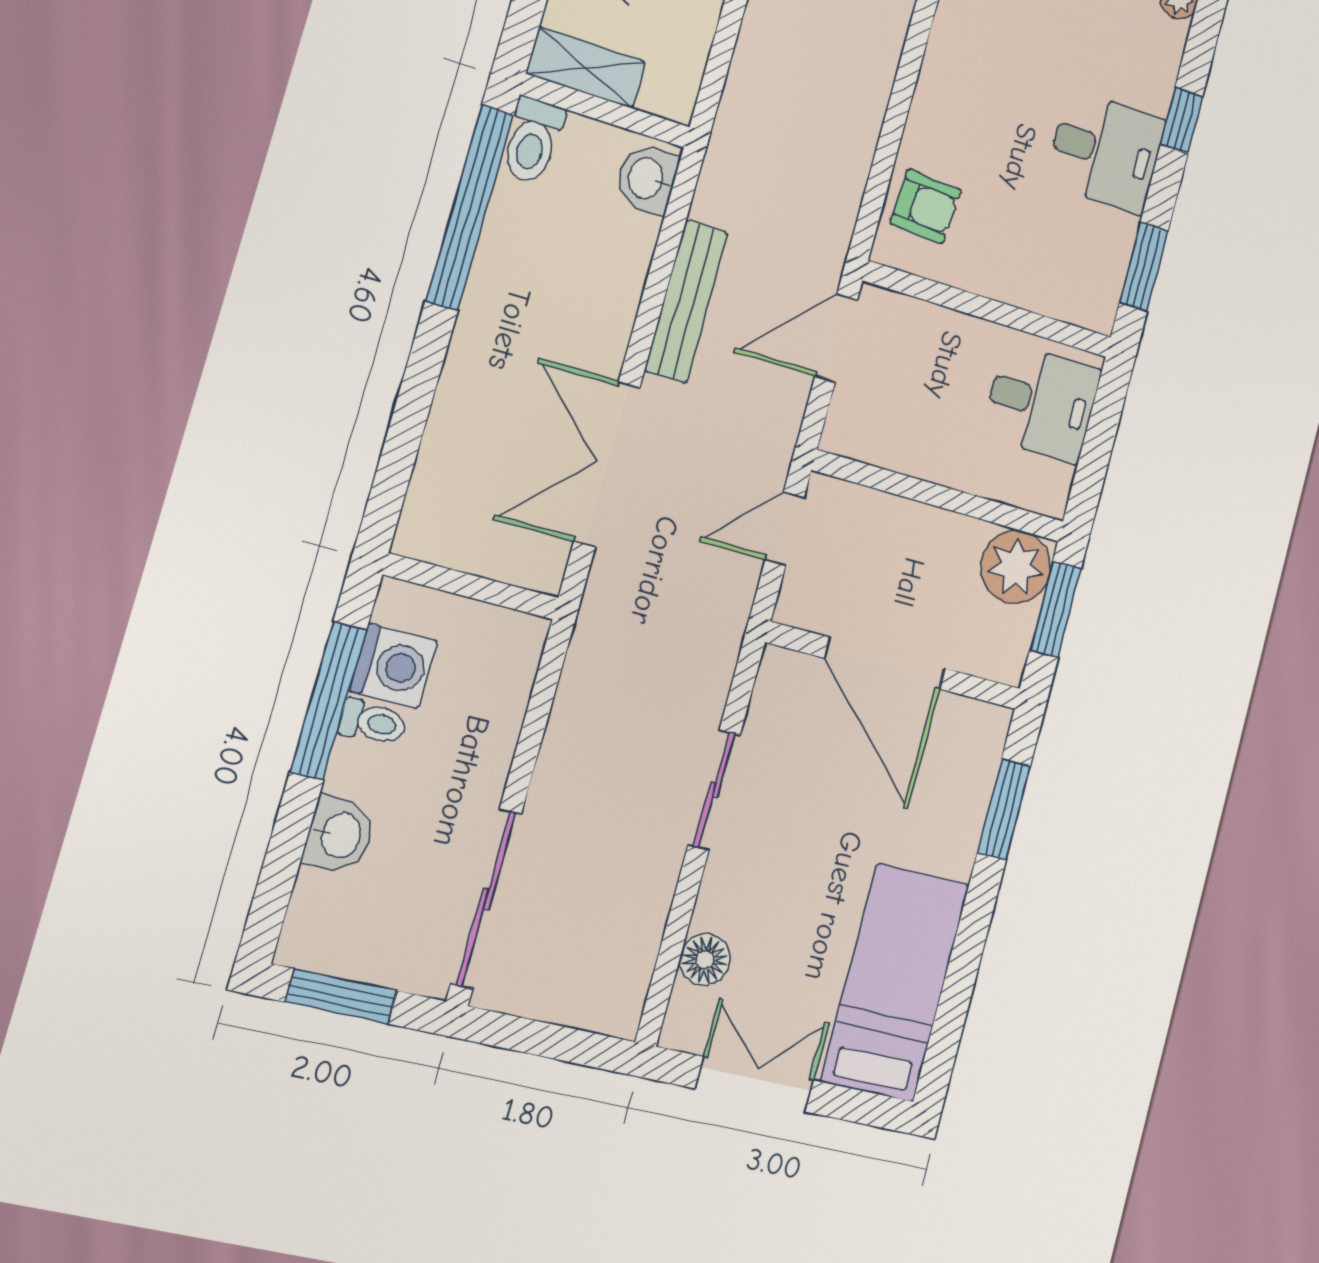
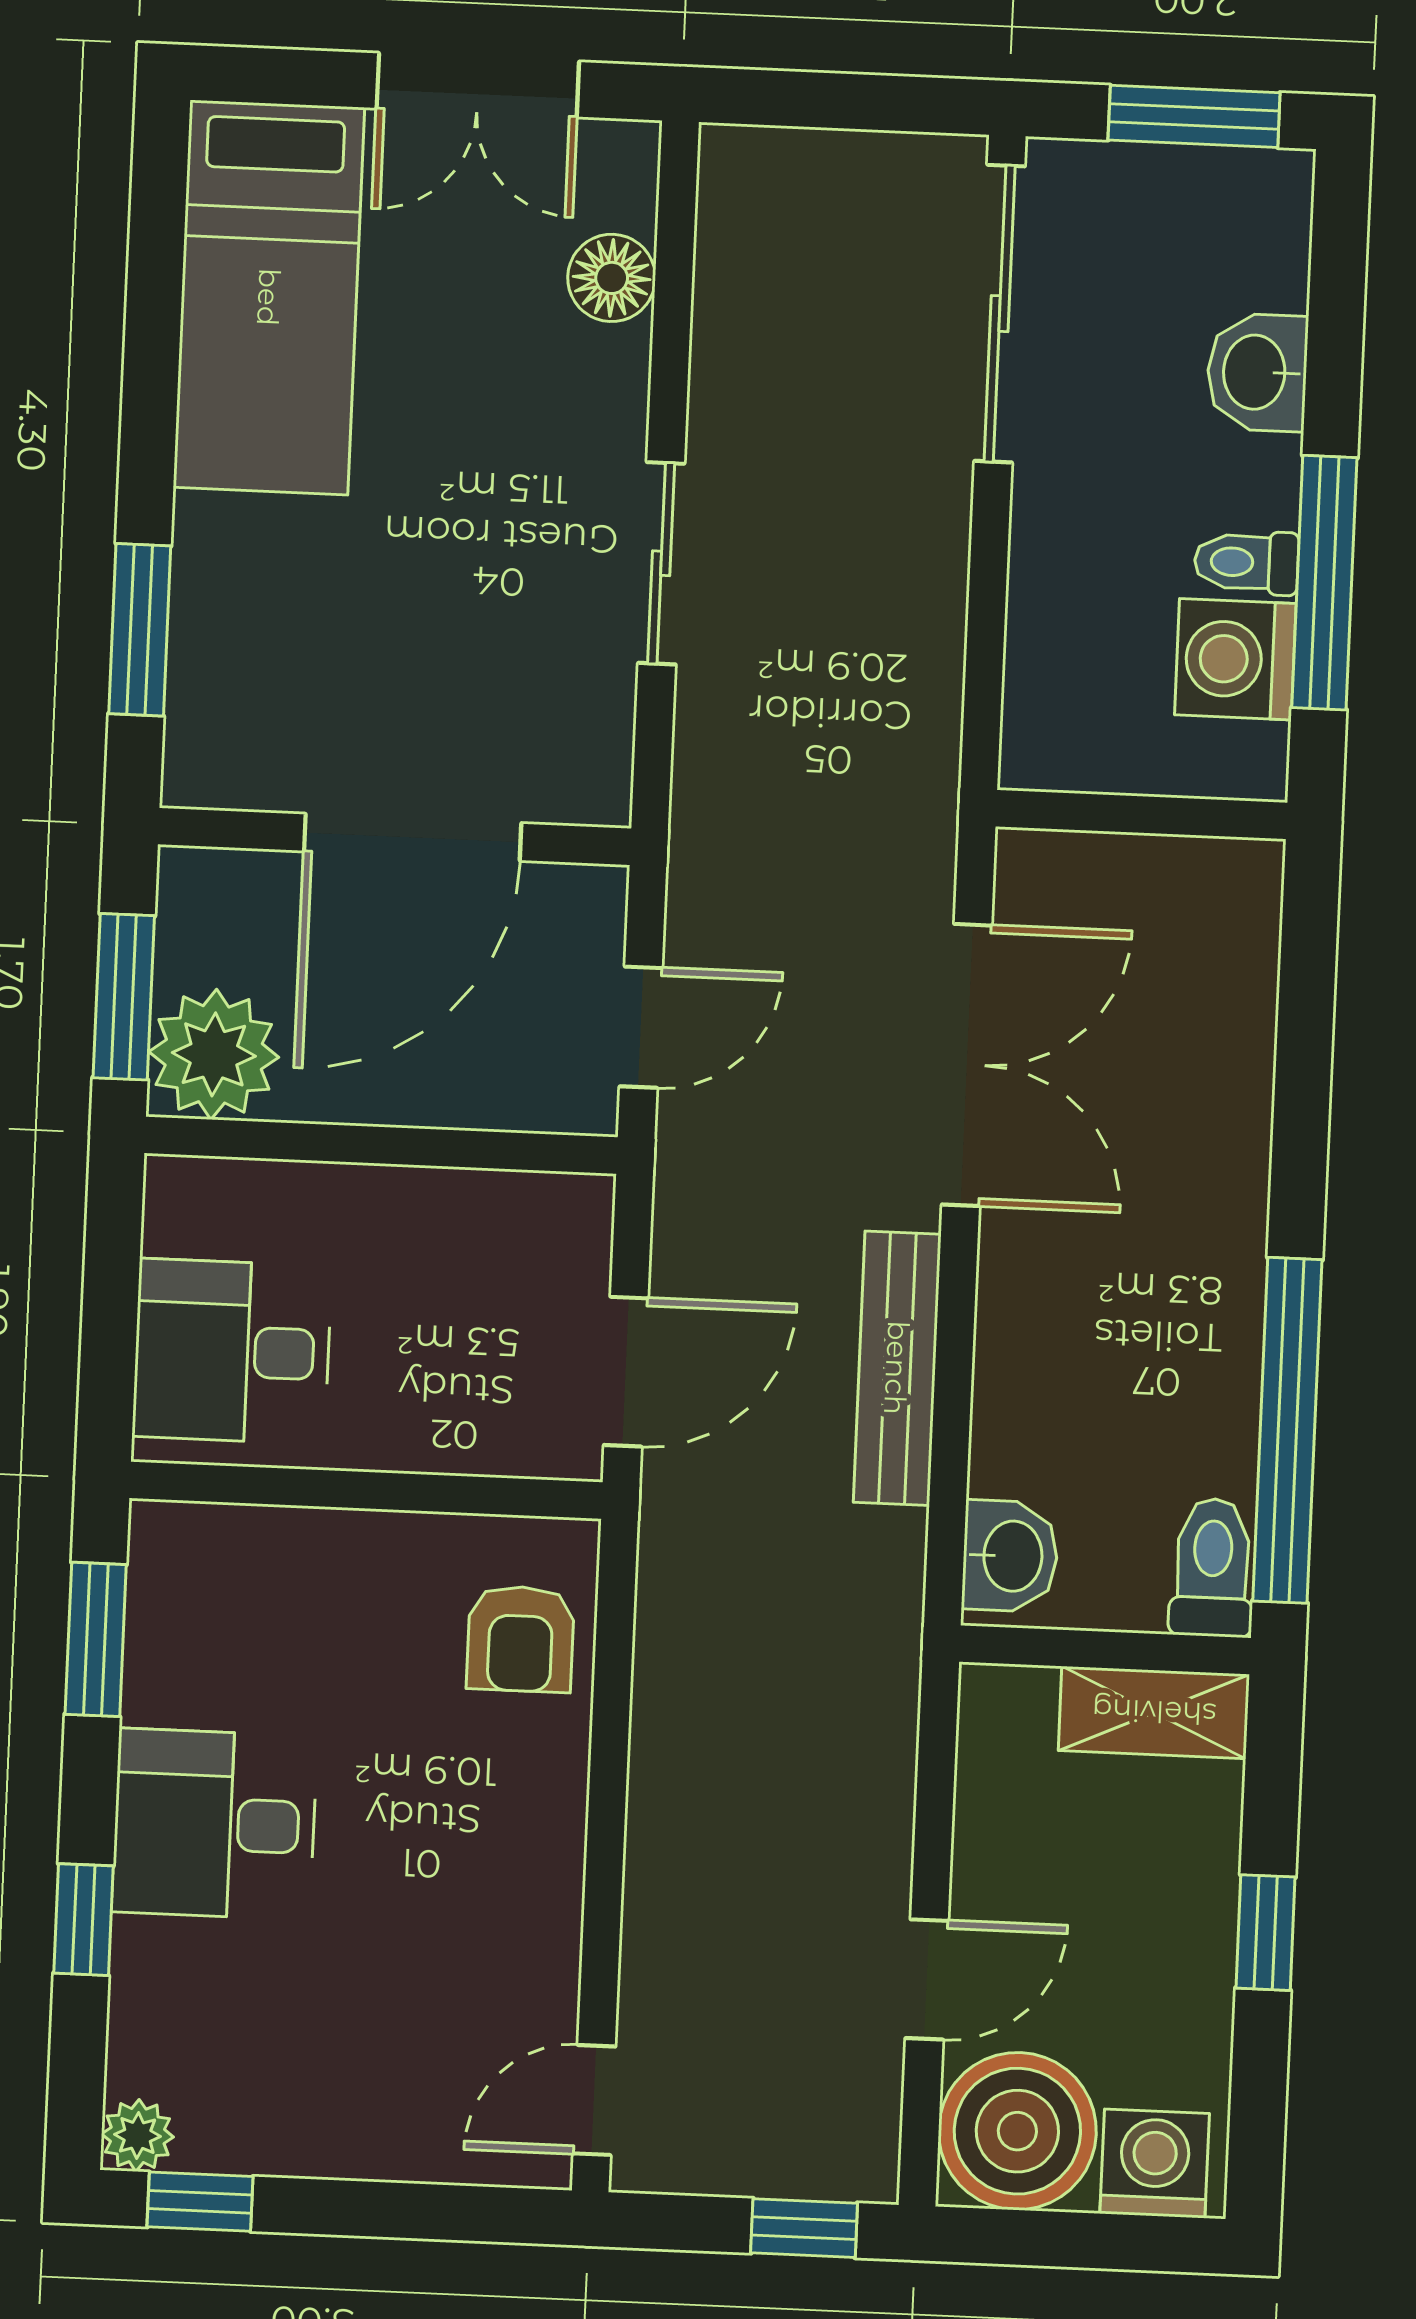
armchair: (925, 206) -> (520, 1639), turned -94
door: (885, 663) -> (413, 837), swing flipped

